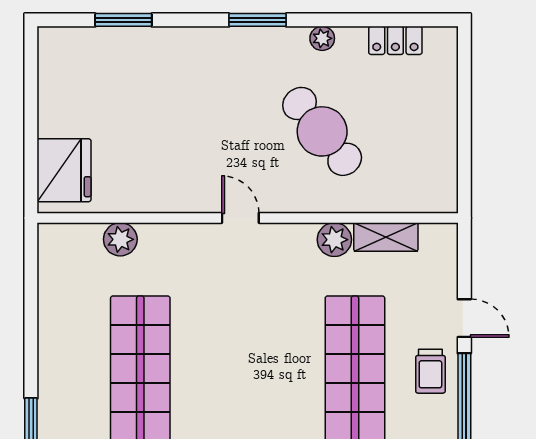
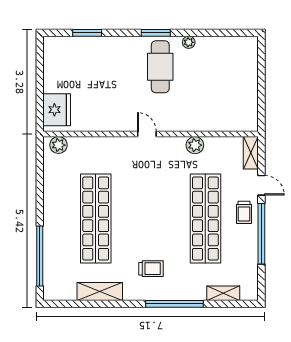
locker: (395, 40) -> (226, 43), removed
cafe table: (322, 131) -> (160, 67), moved, turned 39
shelving: (386, 237) -> (251, 153), moved, turned 90
plant: (120, 239) -> (58, 145), moved

